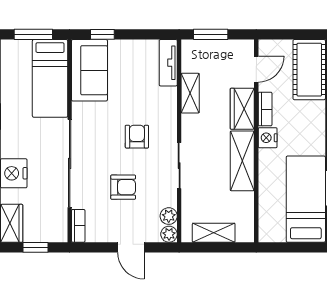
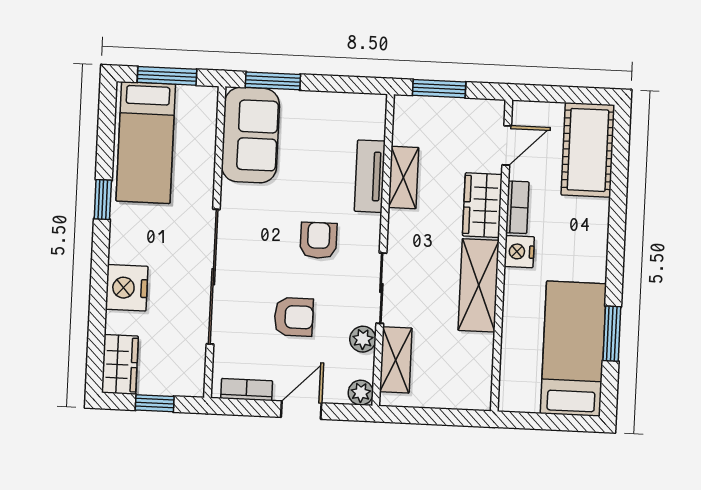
window: (102, 34) -> (273, 81), width x1.50
tv unit: (168, 63) -> (370, 176), moved
bed: (50, 78) -> (146, 143), moved
plant: (169, 216) -> (363, 339), moved
bookcase: (78, 226) -> (247, 390), moved, turned -90
shelving: (214, 233) -> (396, 360), moved, turned 90
door: (131, 247) -> (301, 410), swing flipped

